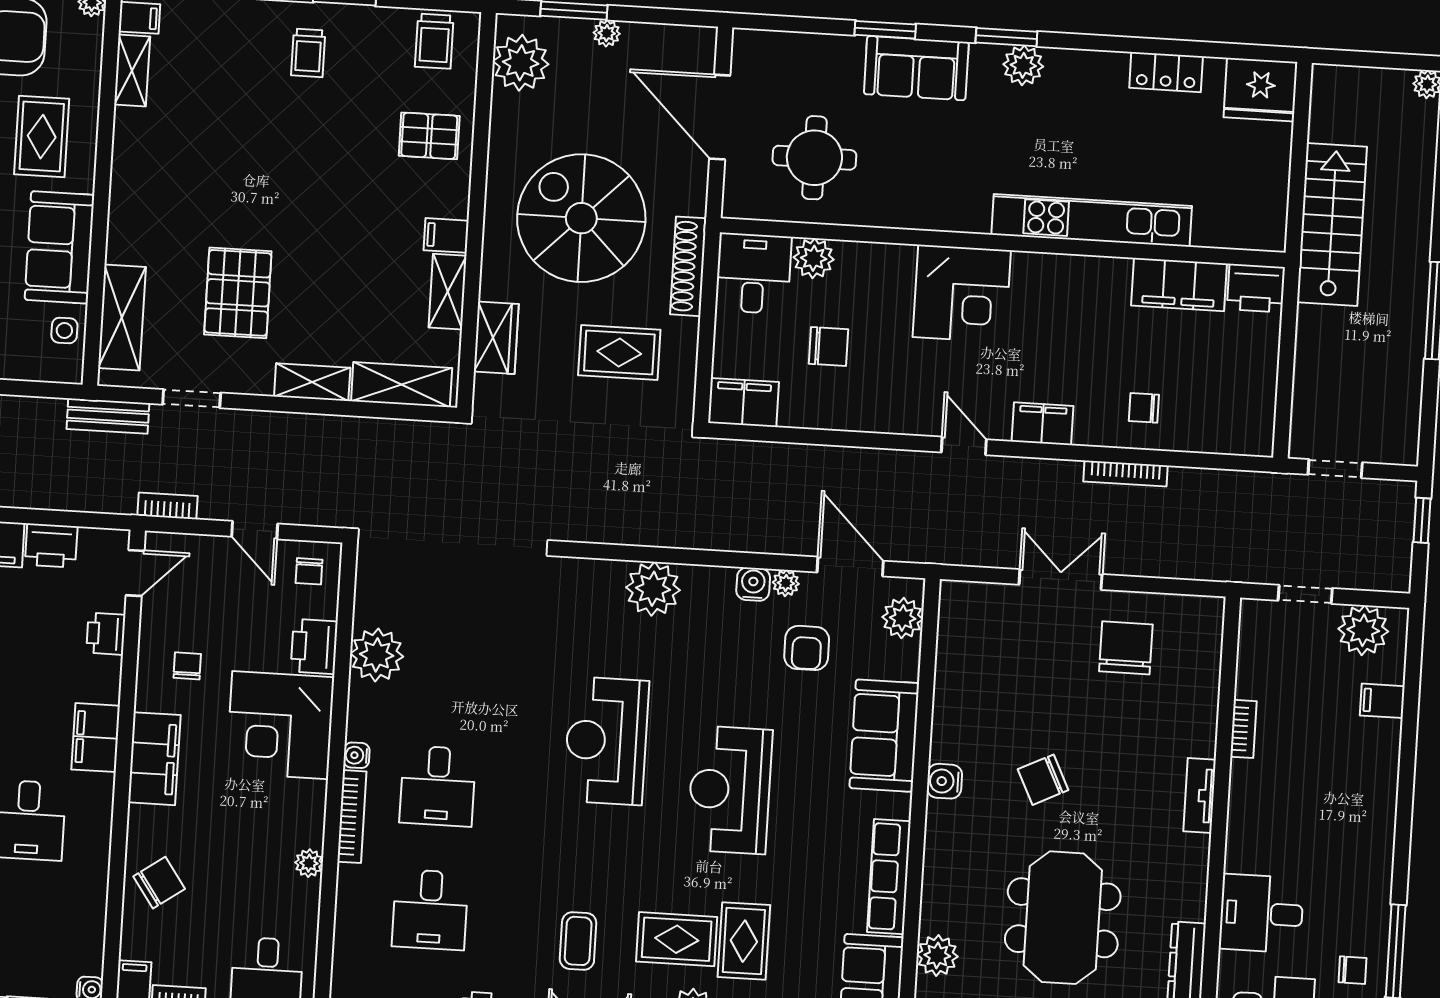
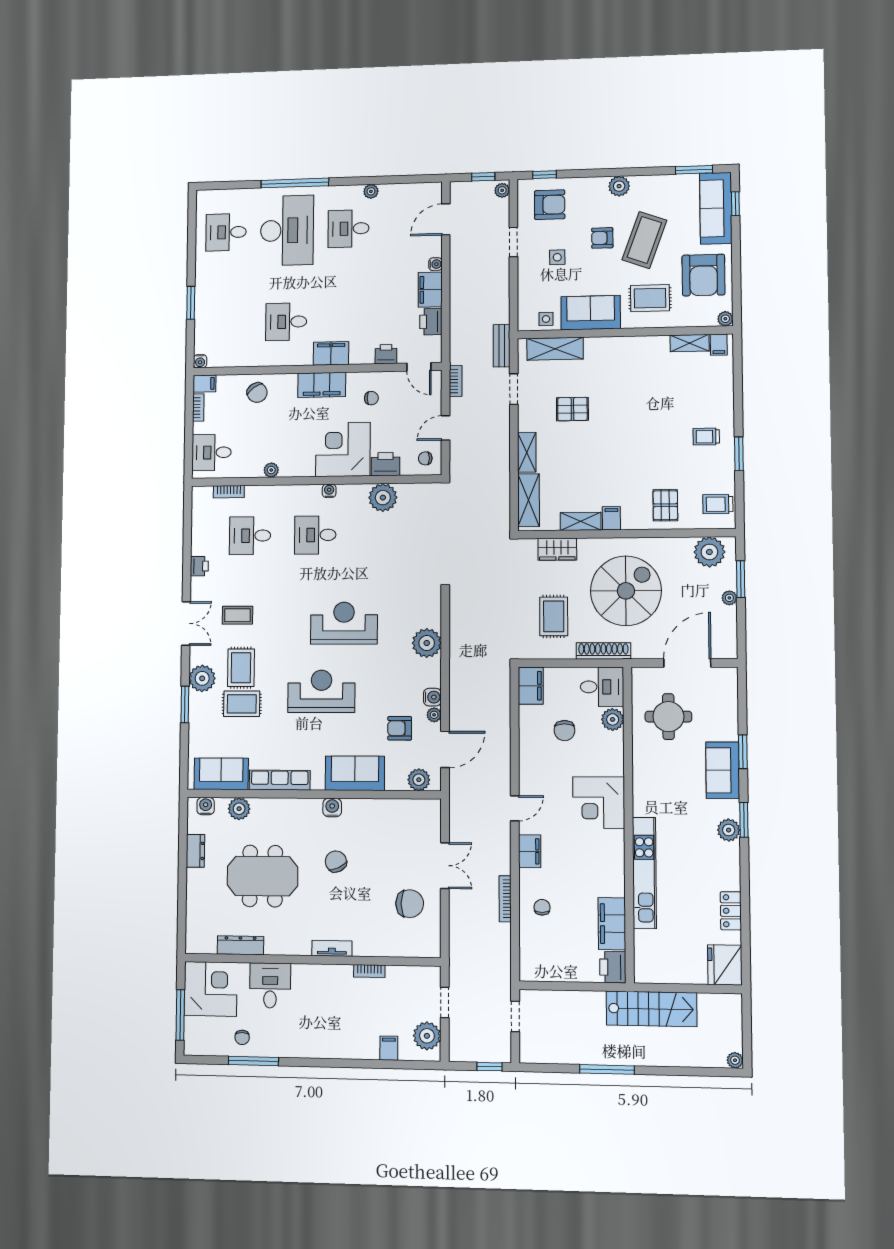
pallet: (238, 293) -> (572, 409), width x0.67, depth x0.71
bookcase: (352, 817) -> (229, 492), moved, width x0.64

